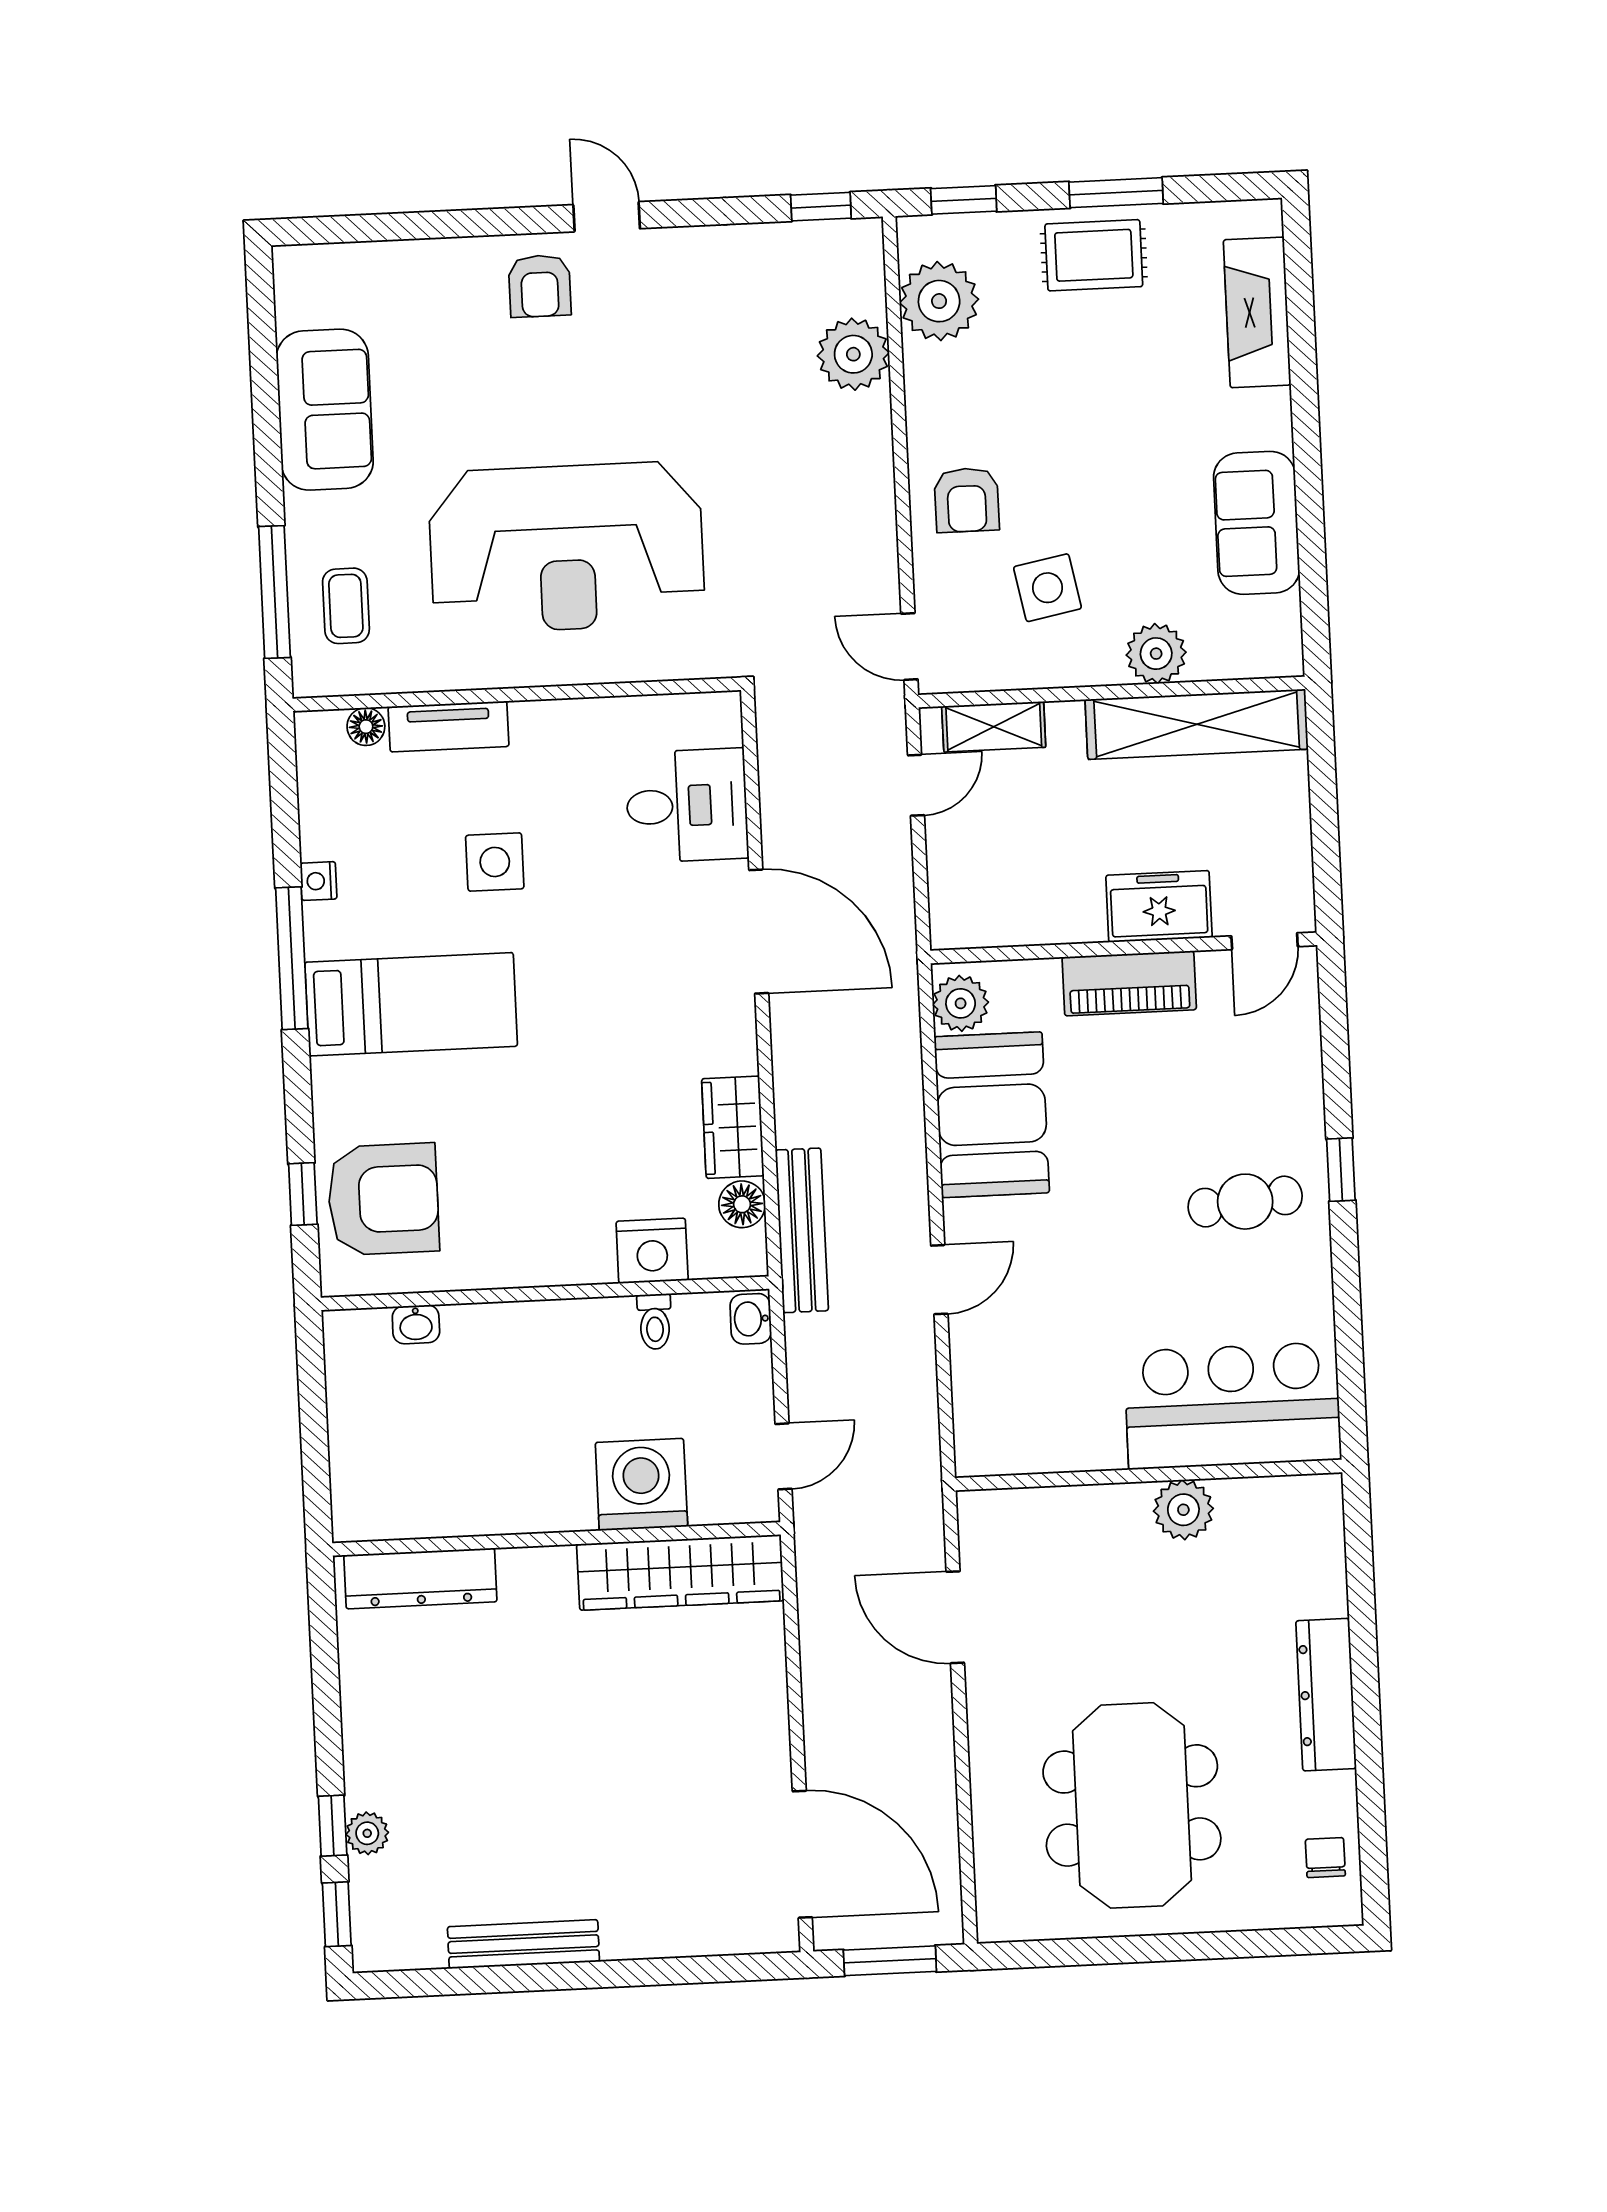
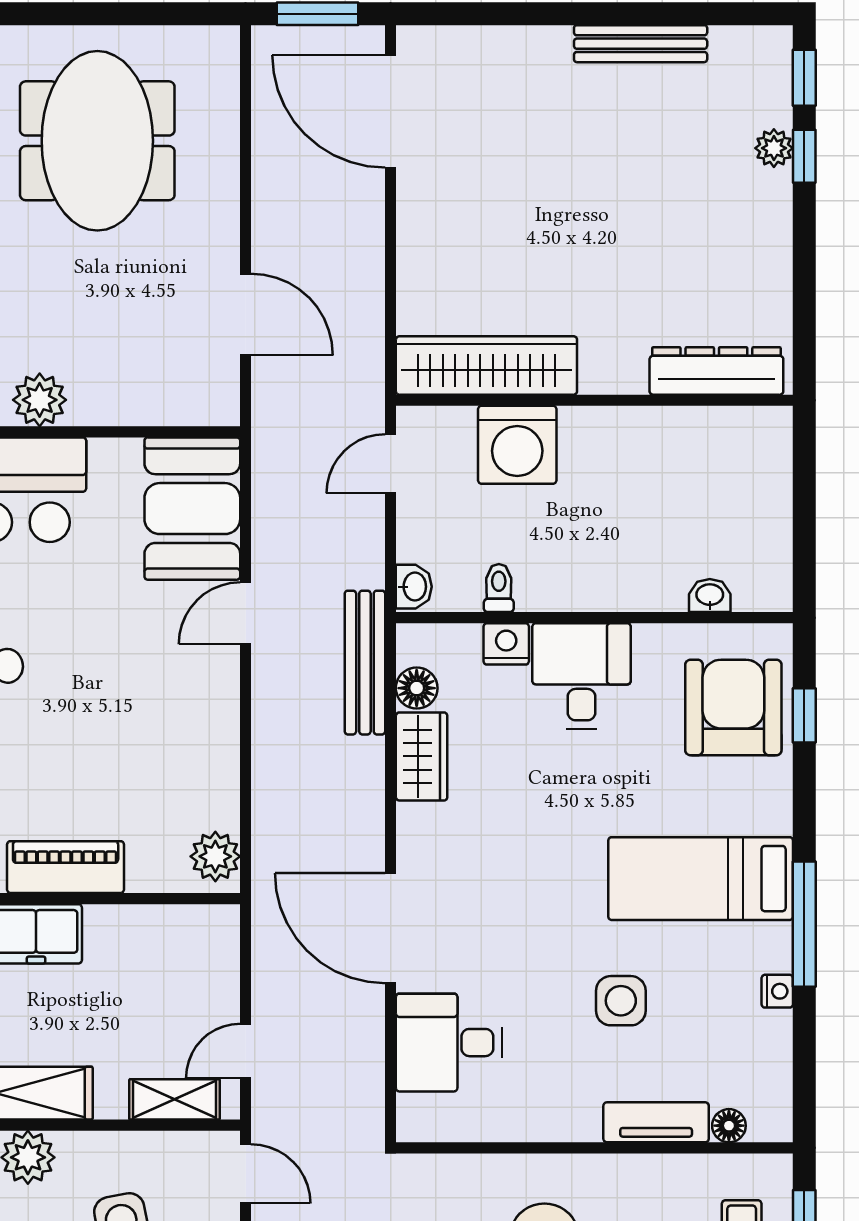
booth: (992, 1115) -> (192, 509), moved
armchair: (383, 1199) -> (733, 708), turned 90
desk: (556, 1227) -> (582, 676), added
nightstand: (652, 1251) -> (506, 644), width x0.74, depth x0.75

